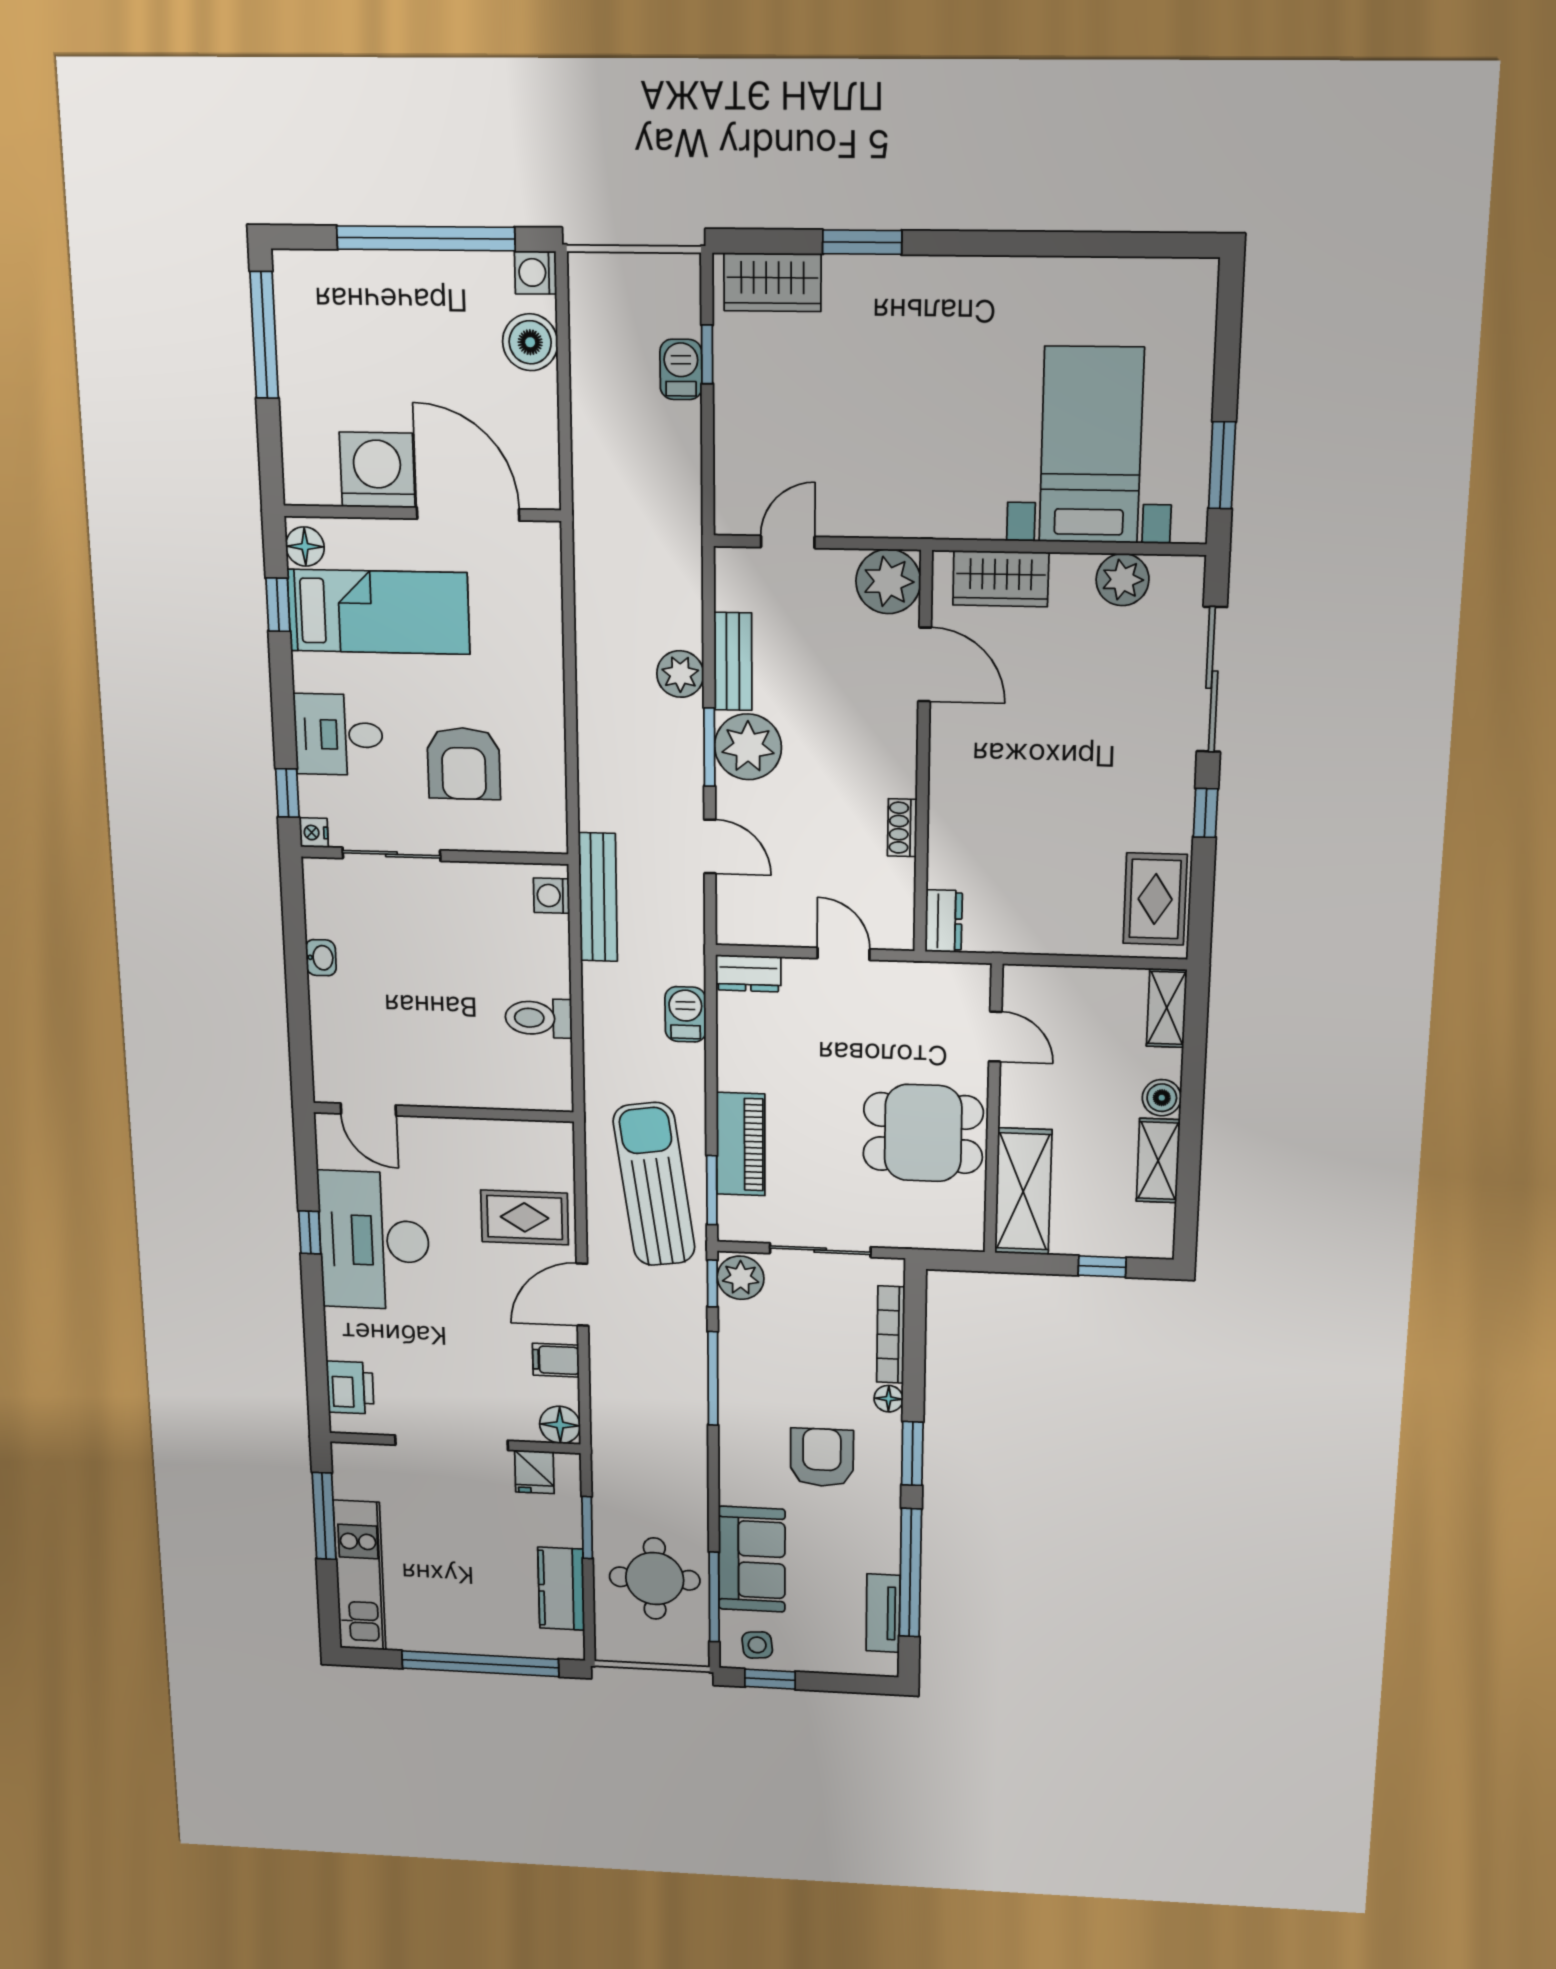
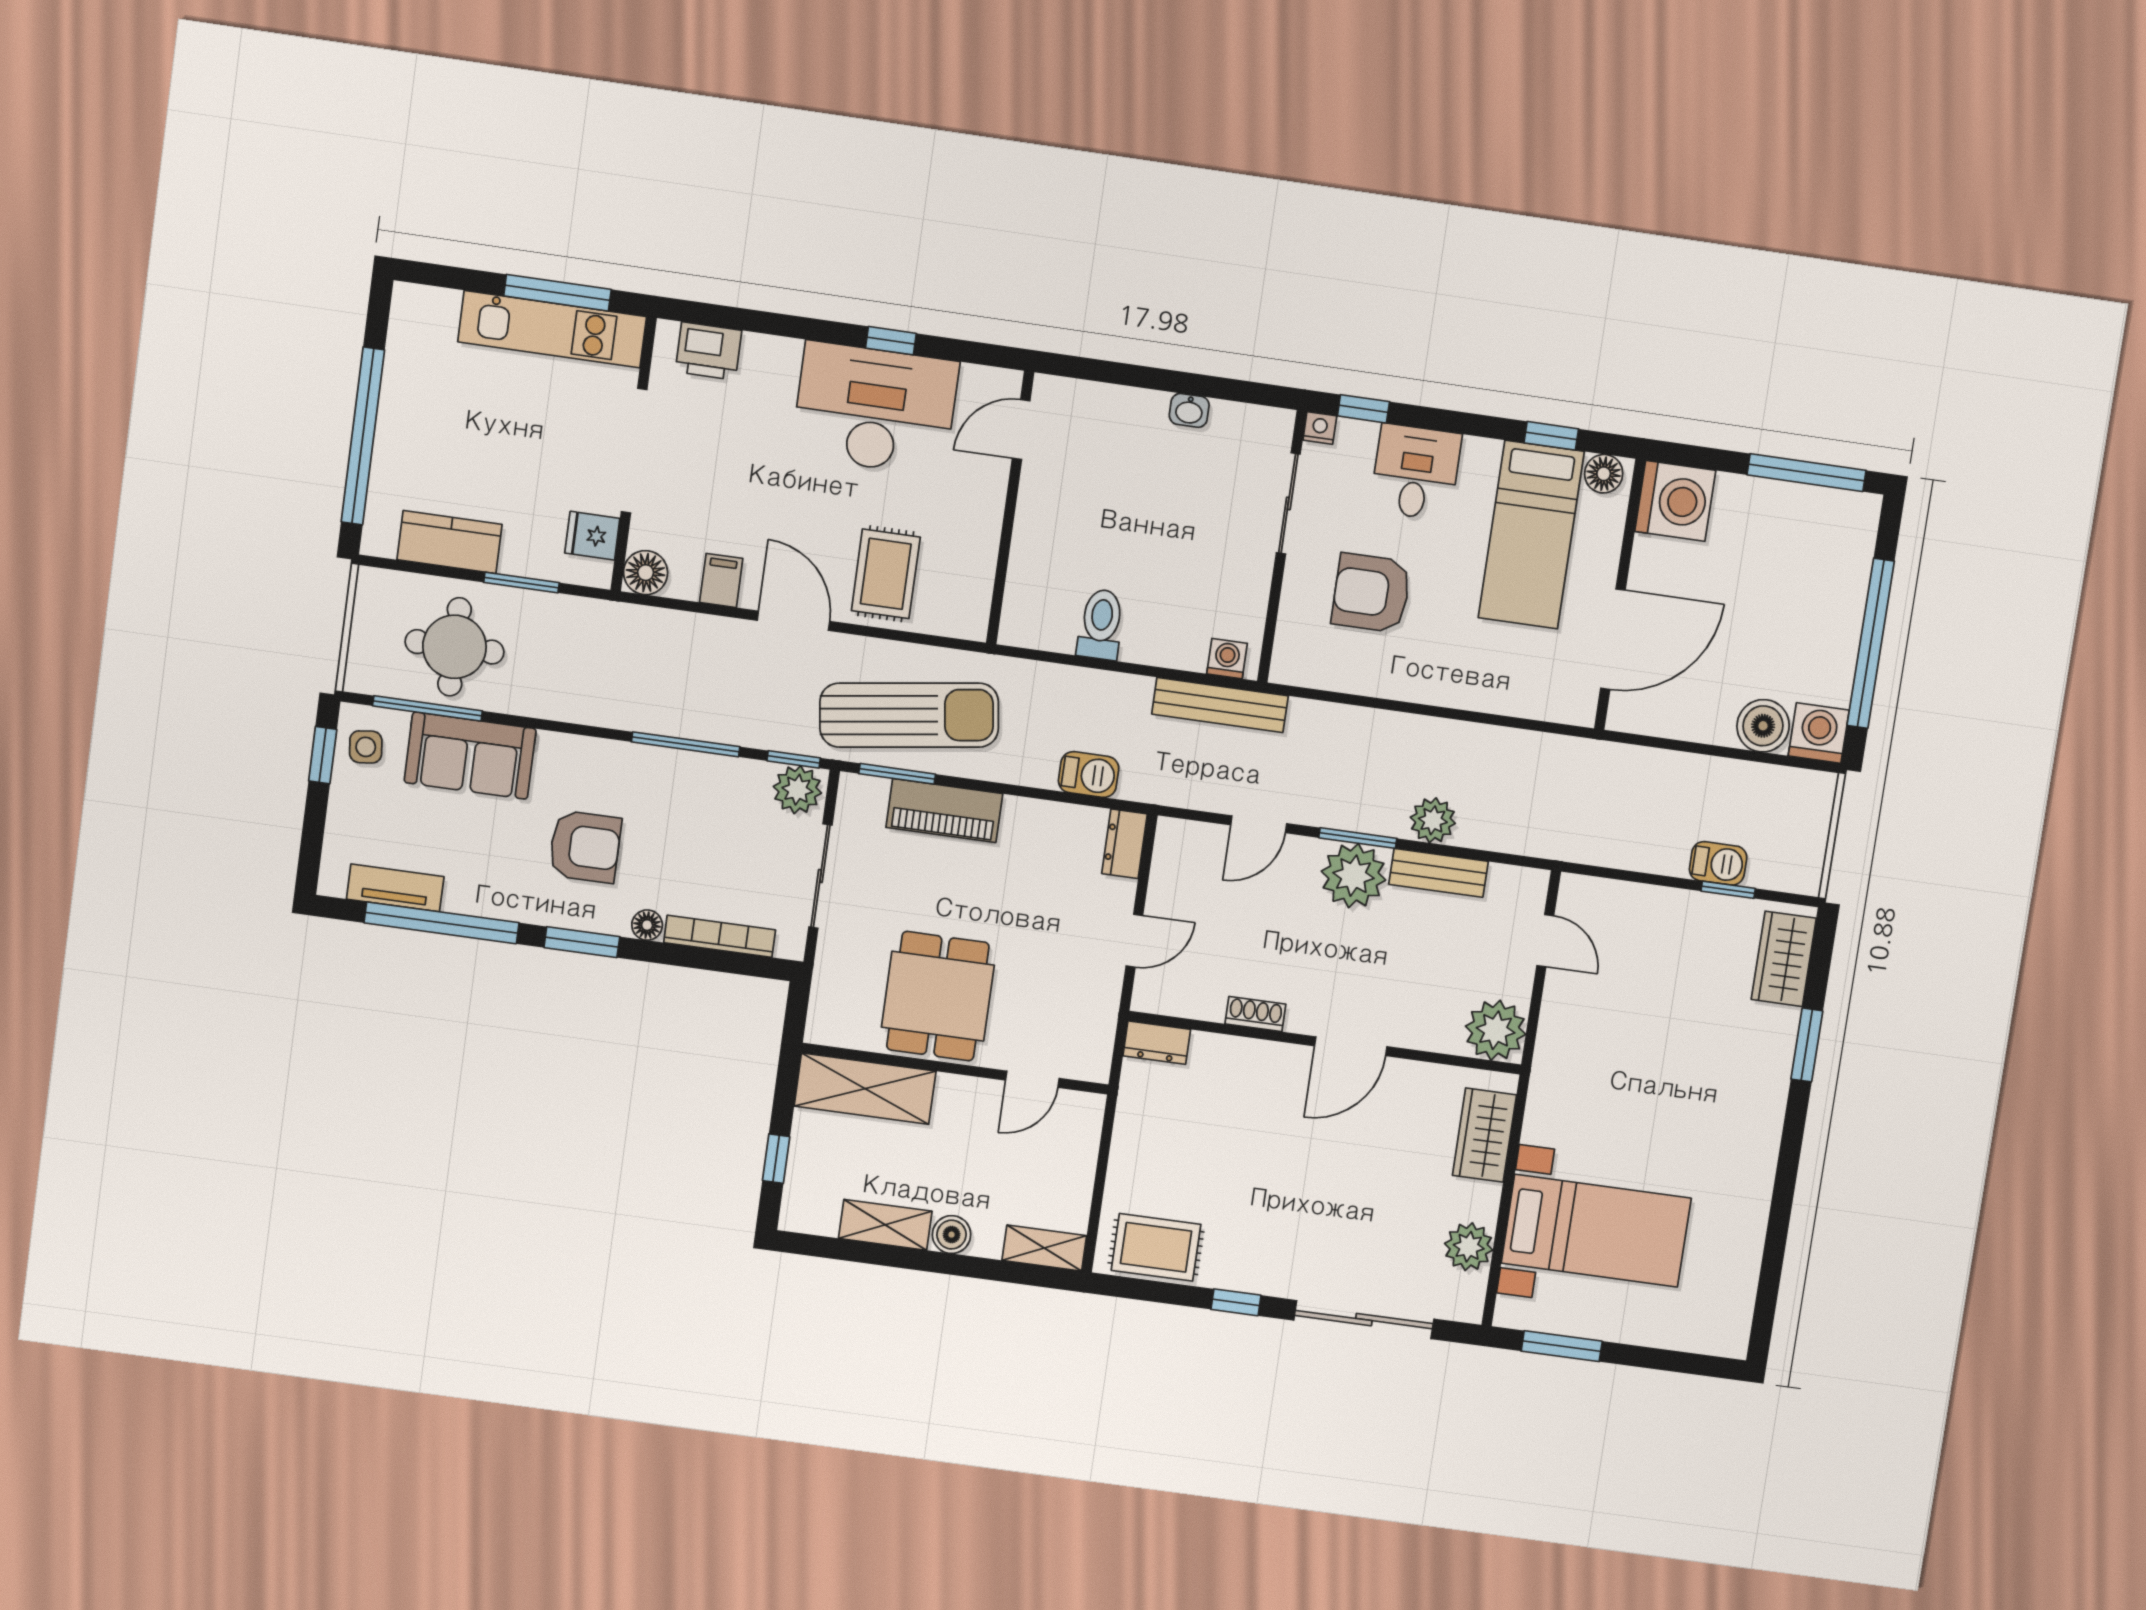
washing machine: (536, 273) -> (1819, 733), width x1.38, depth x1.38
washing machine: (377, 470) -> (1675, 501), moved
door: (925, 664) -> (1351, 1046), moved
kitchen unit: (360, 1576) -> (552, 329), moved

